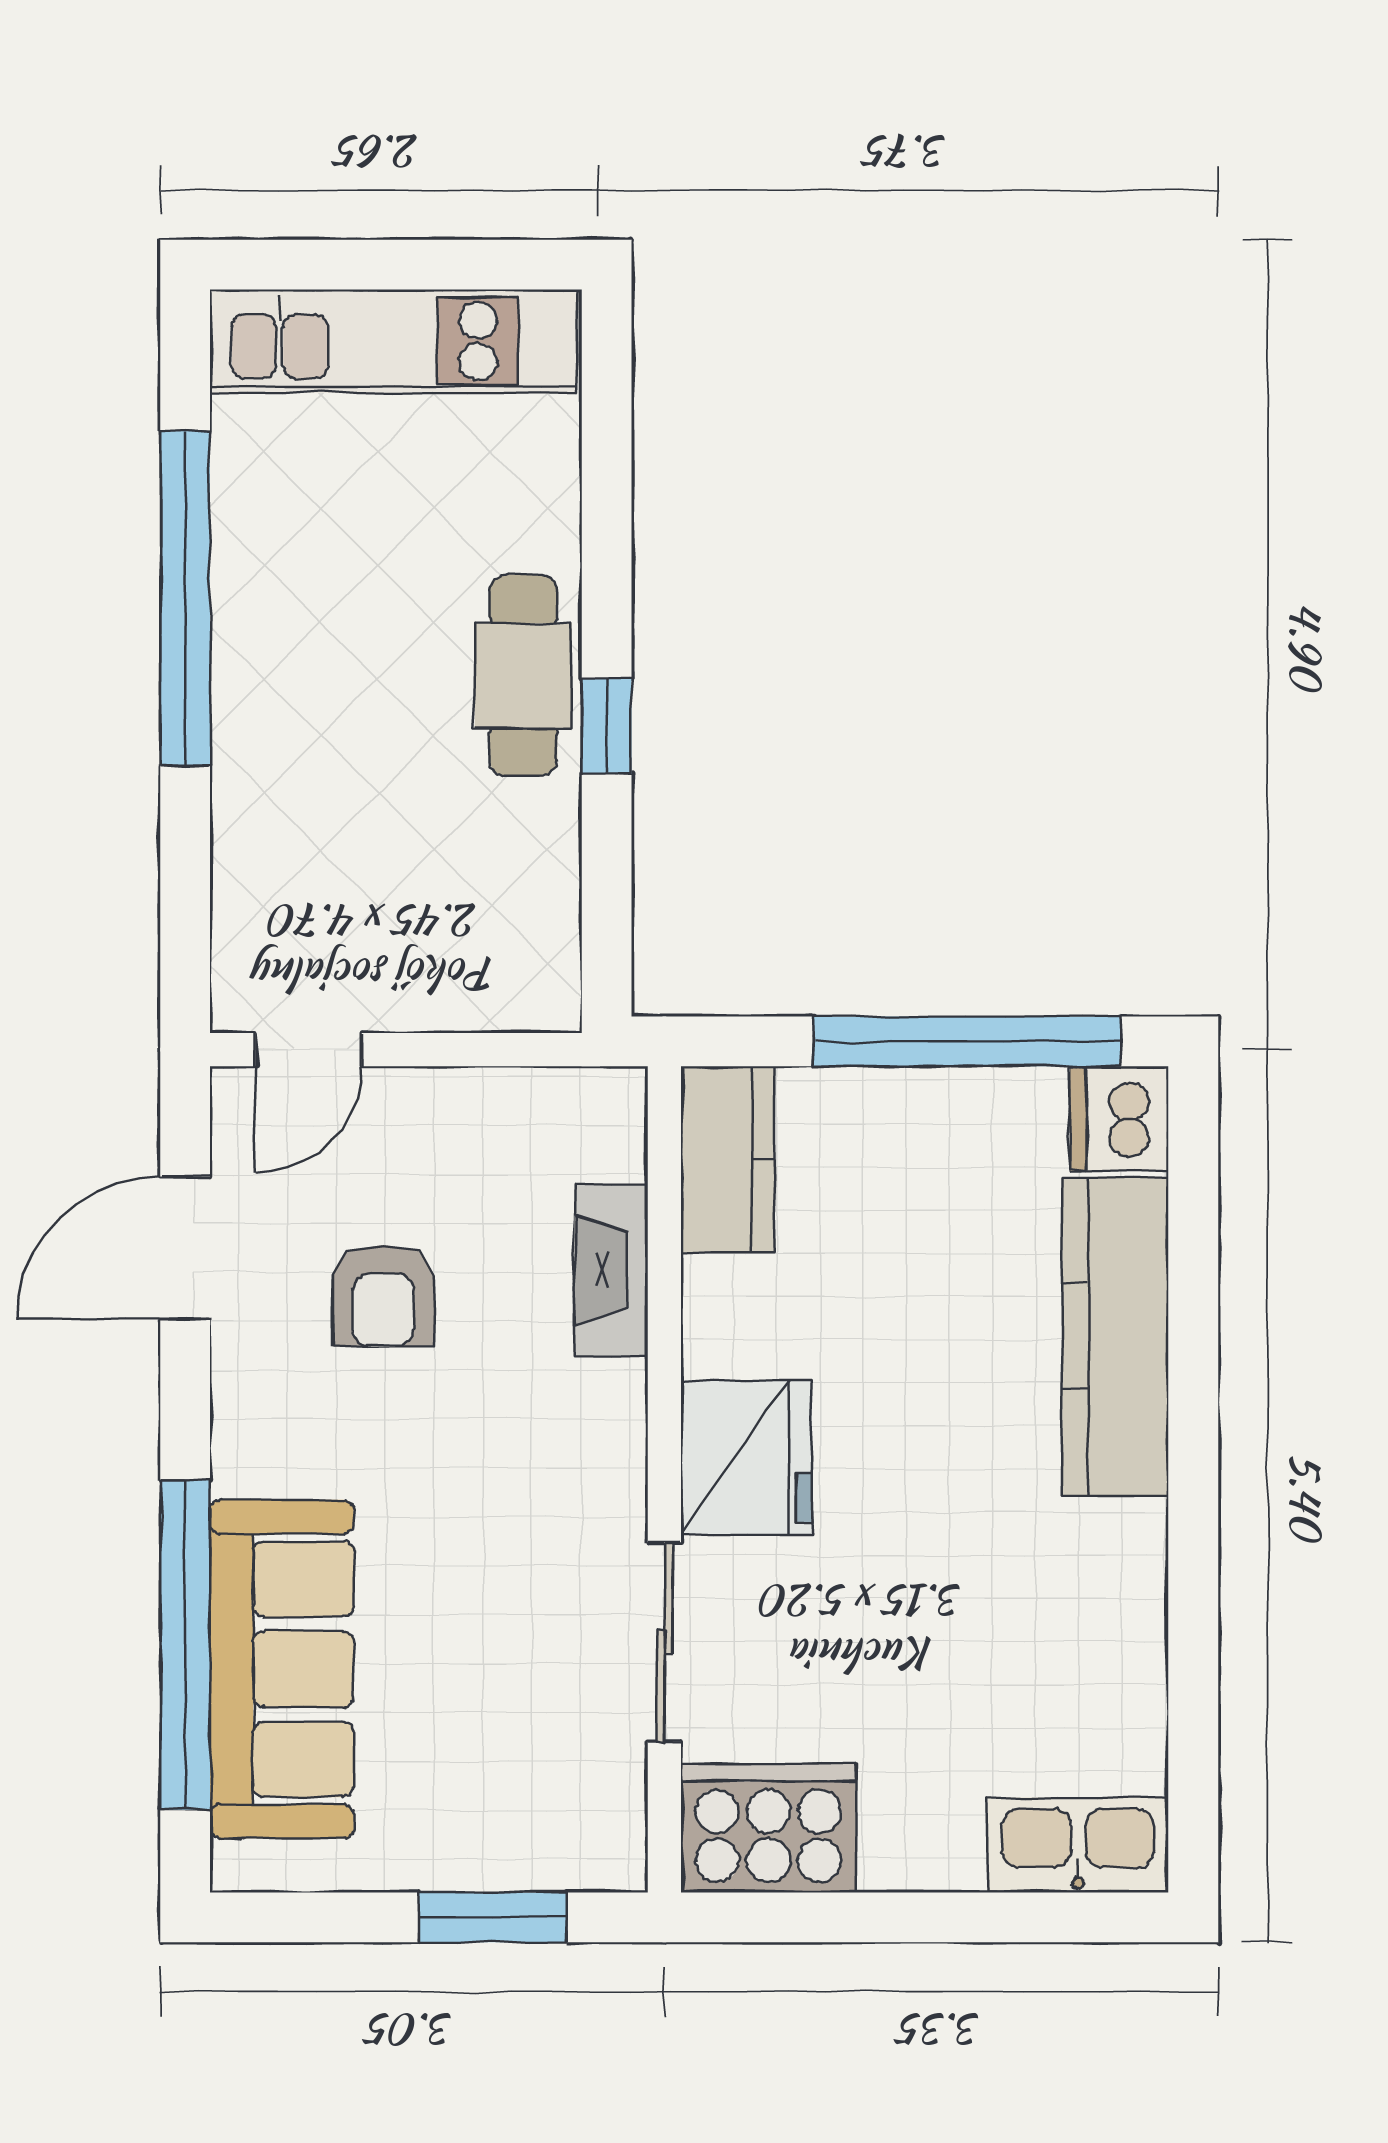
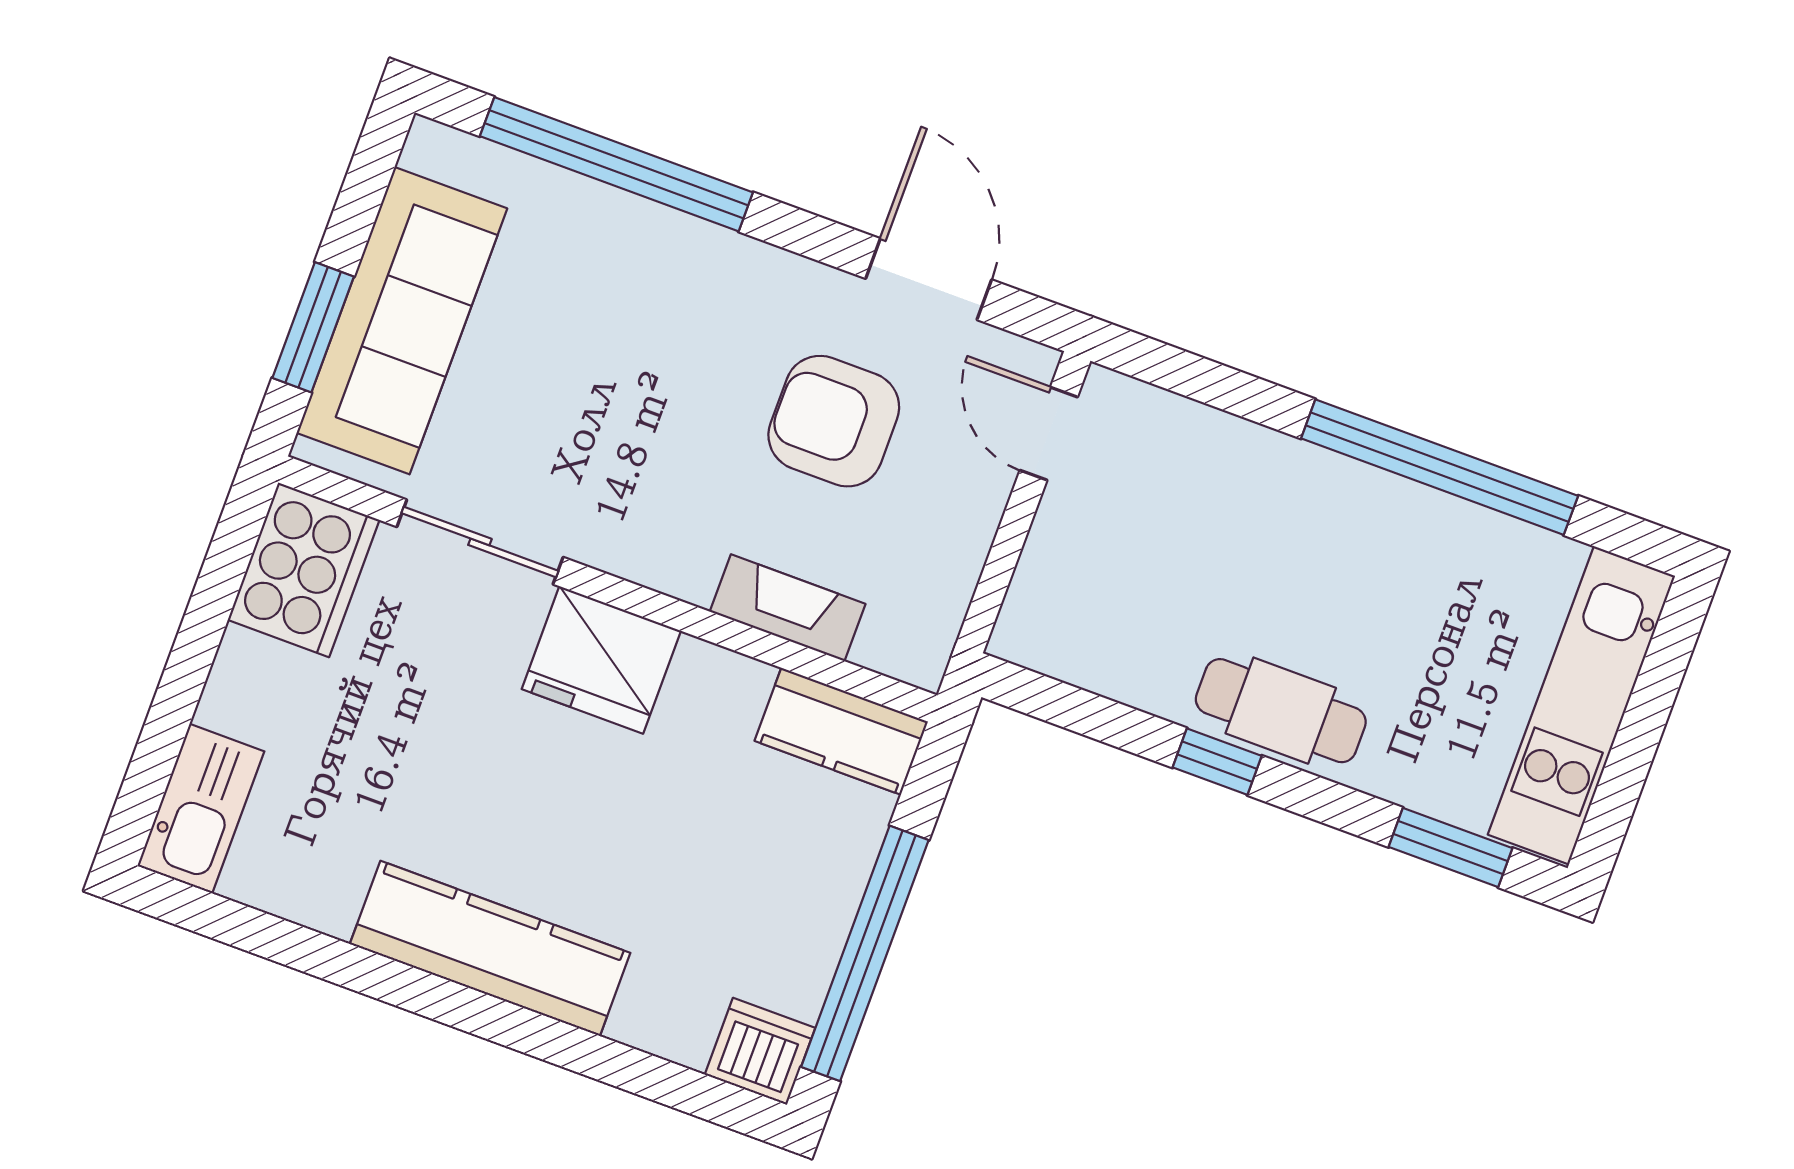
window: (607, 429) -> (1451, 847), added
armchair: (383, 1296) -> (834, 421), width x1.38, depth x1.38
kitchen counter: (1115, 1337) -> (490, 948), moved
sofa: (282, 1669) -> (402, 321), moved, turned -90

